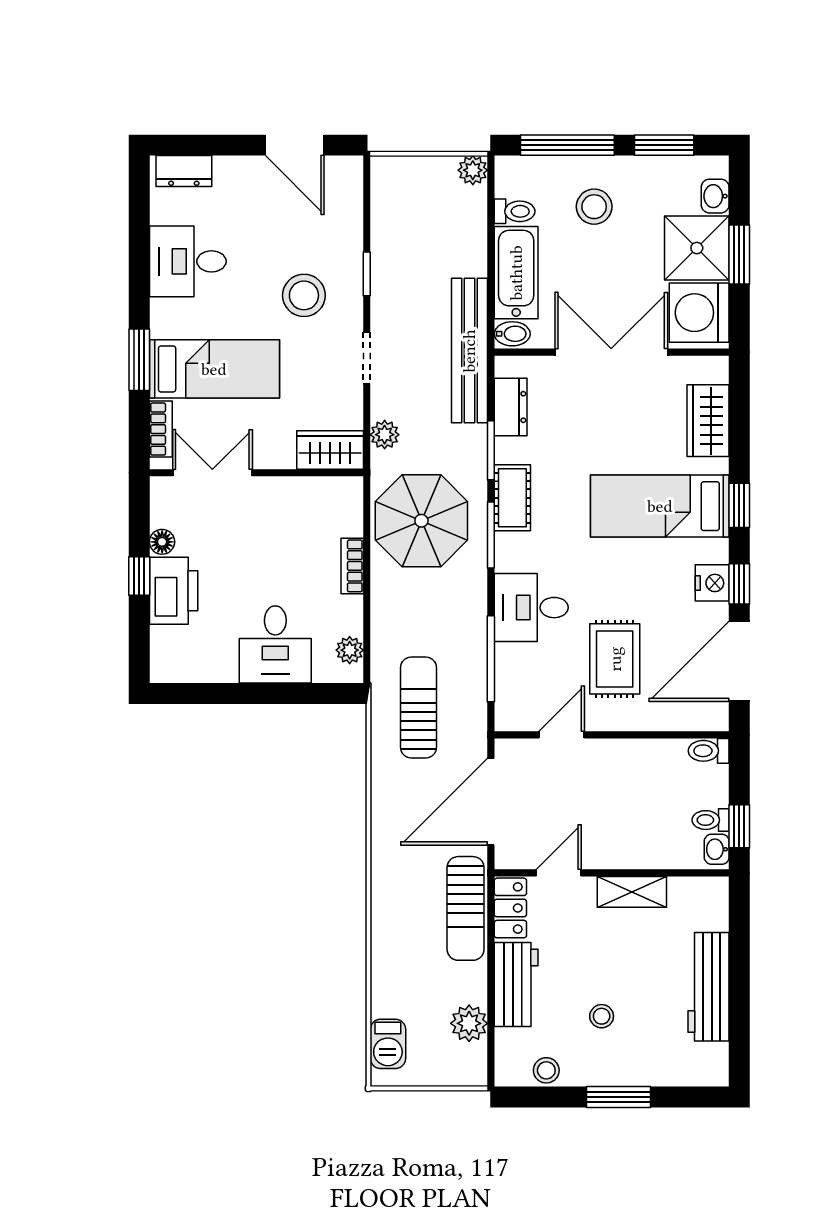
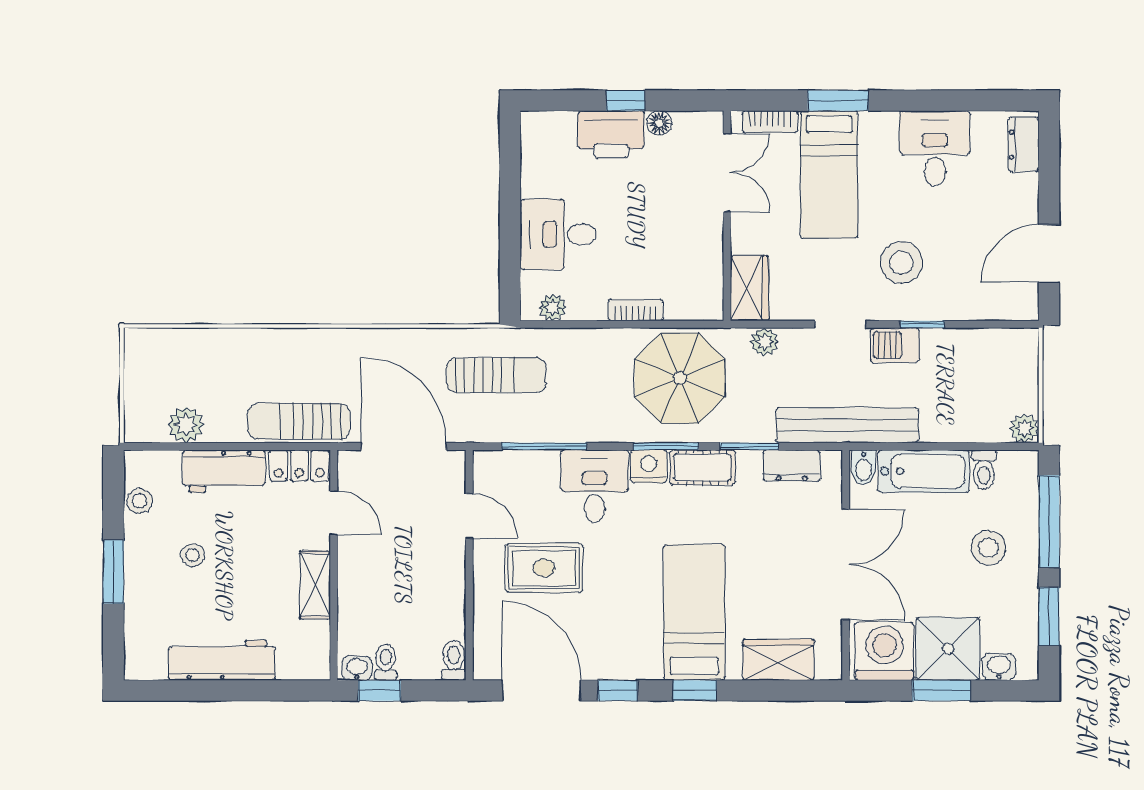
nightstand: (712, 583) -> (649, 466), moved, turned 180
barbecue: (388, 1044) -> (895, 345), moved

